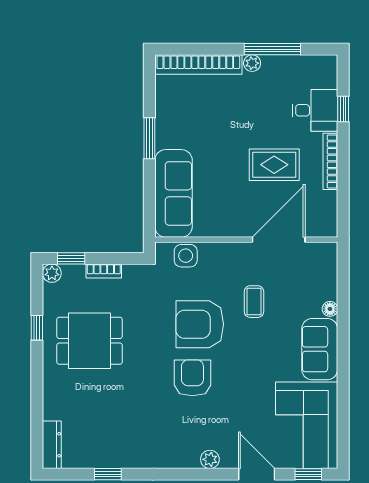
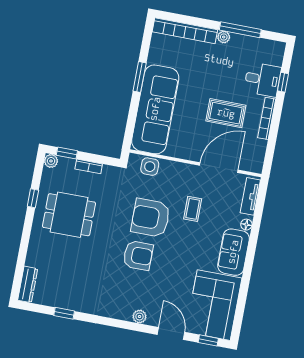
sofa: (173, 193) -> (155, 109), width x1.36, depth x1.27
tv unit: (328, 270) -> (250, 196), added
armchair: (192, 378) -> (138, 255), turned 90

